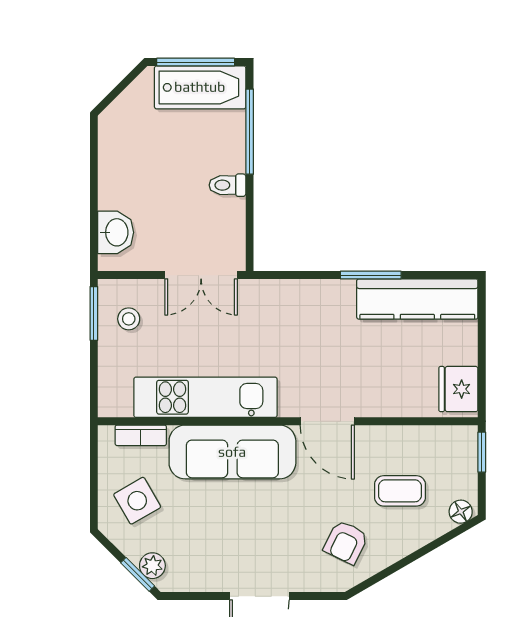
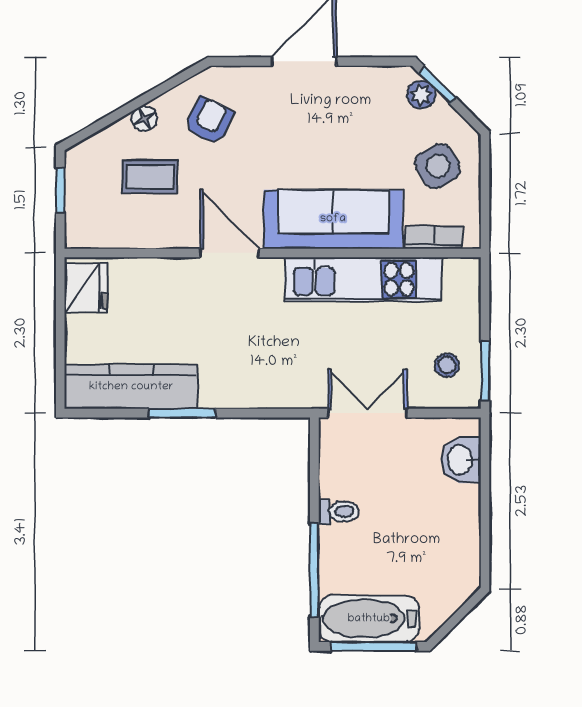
window: (482, 452) -> (60, 190), moved
floor lamp: (461, 512) -> (144, 119), moved

